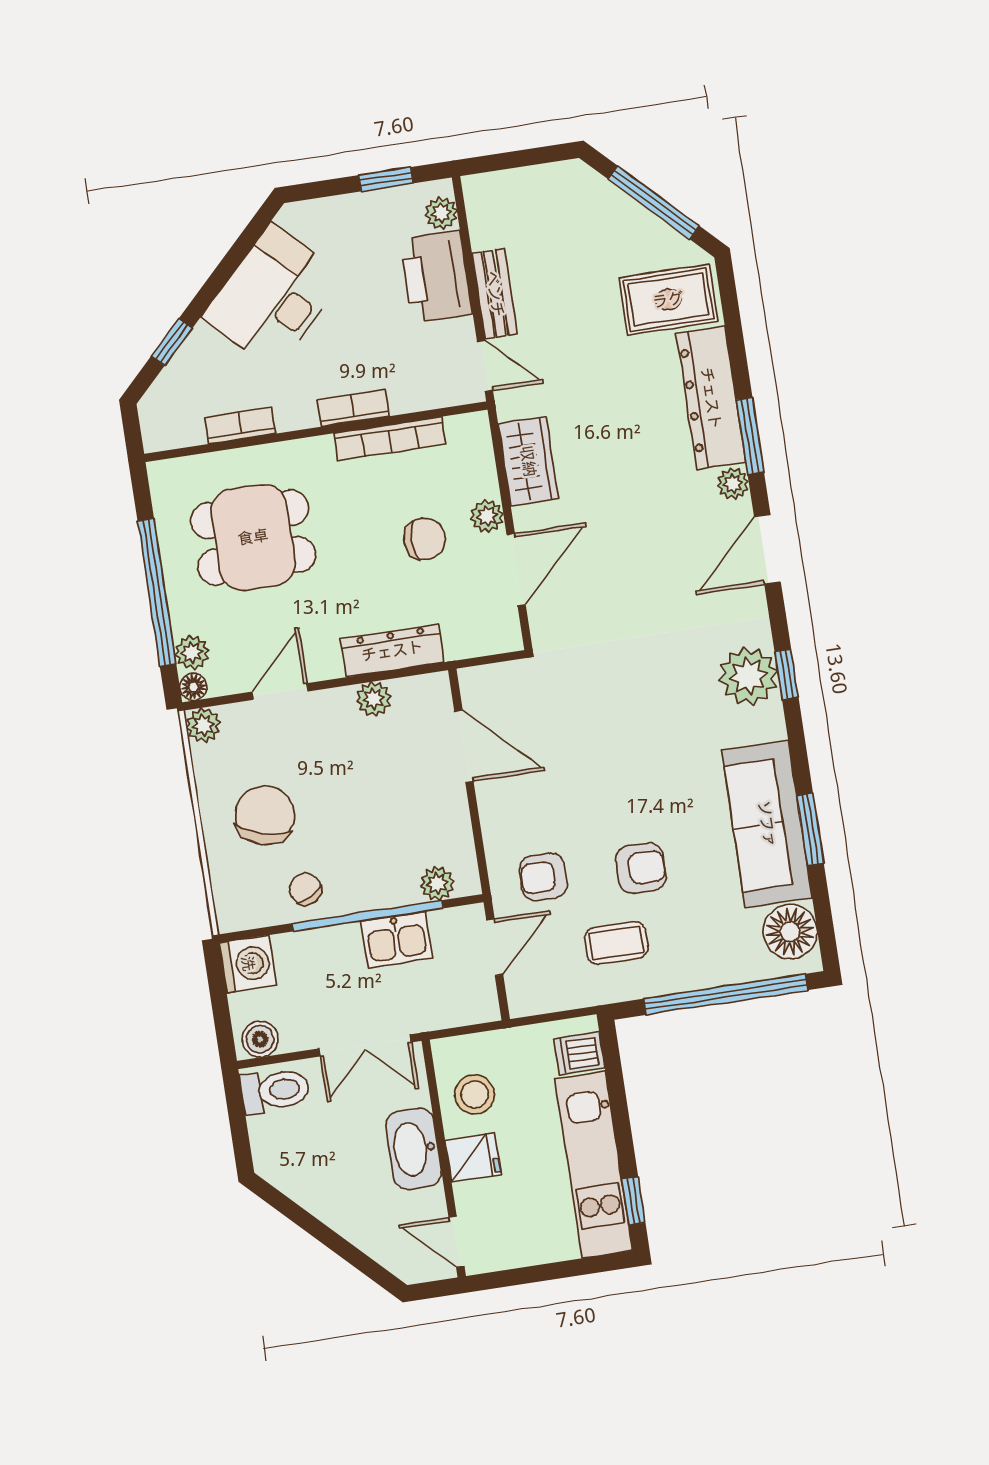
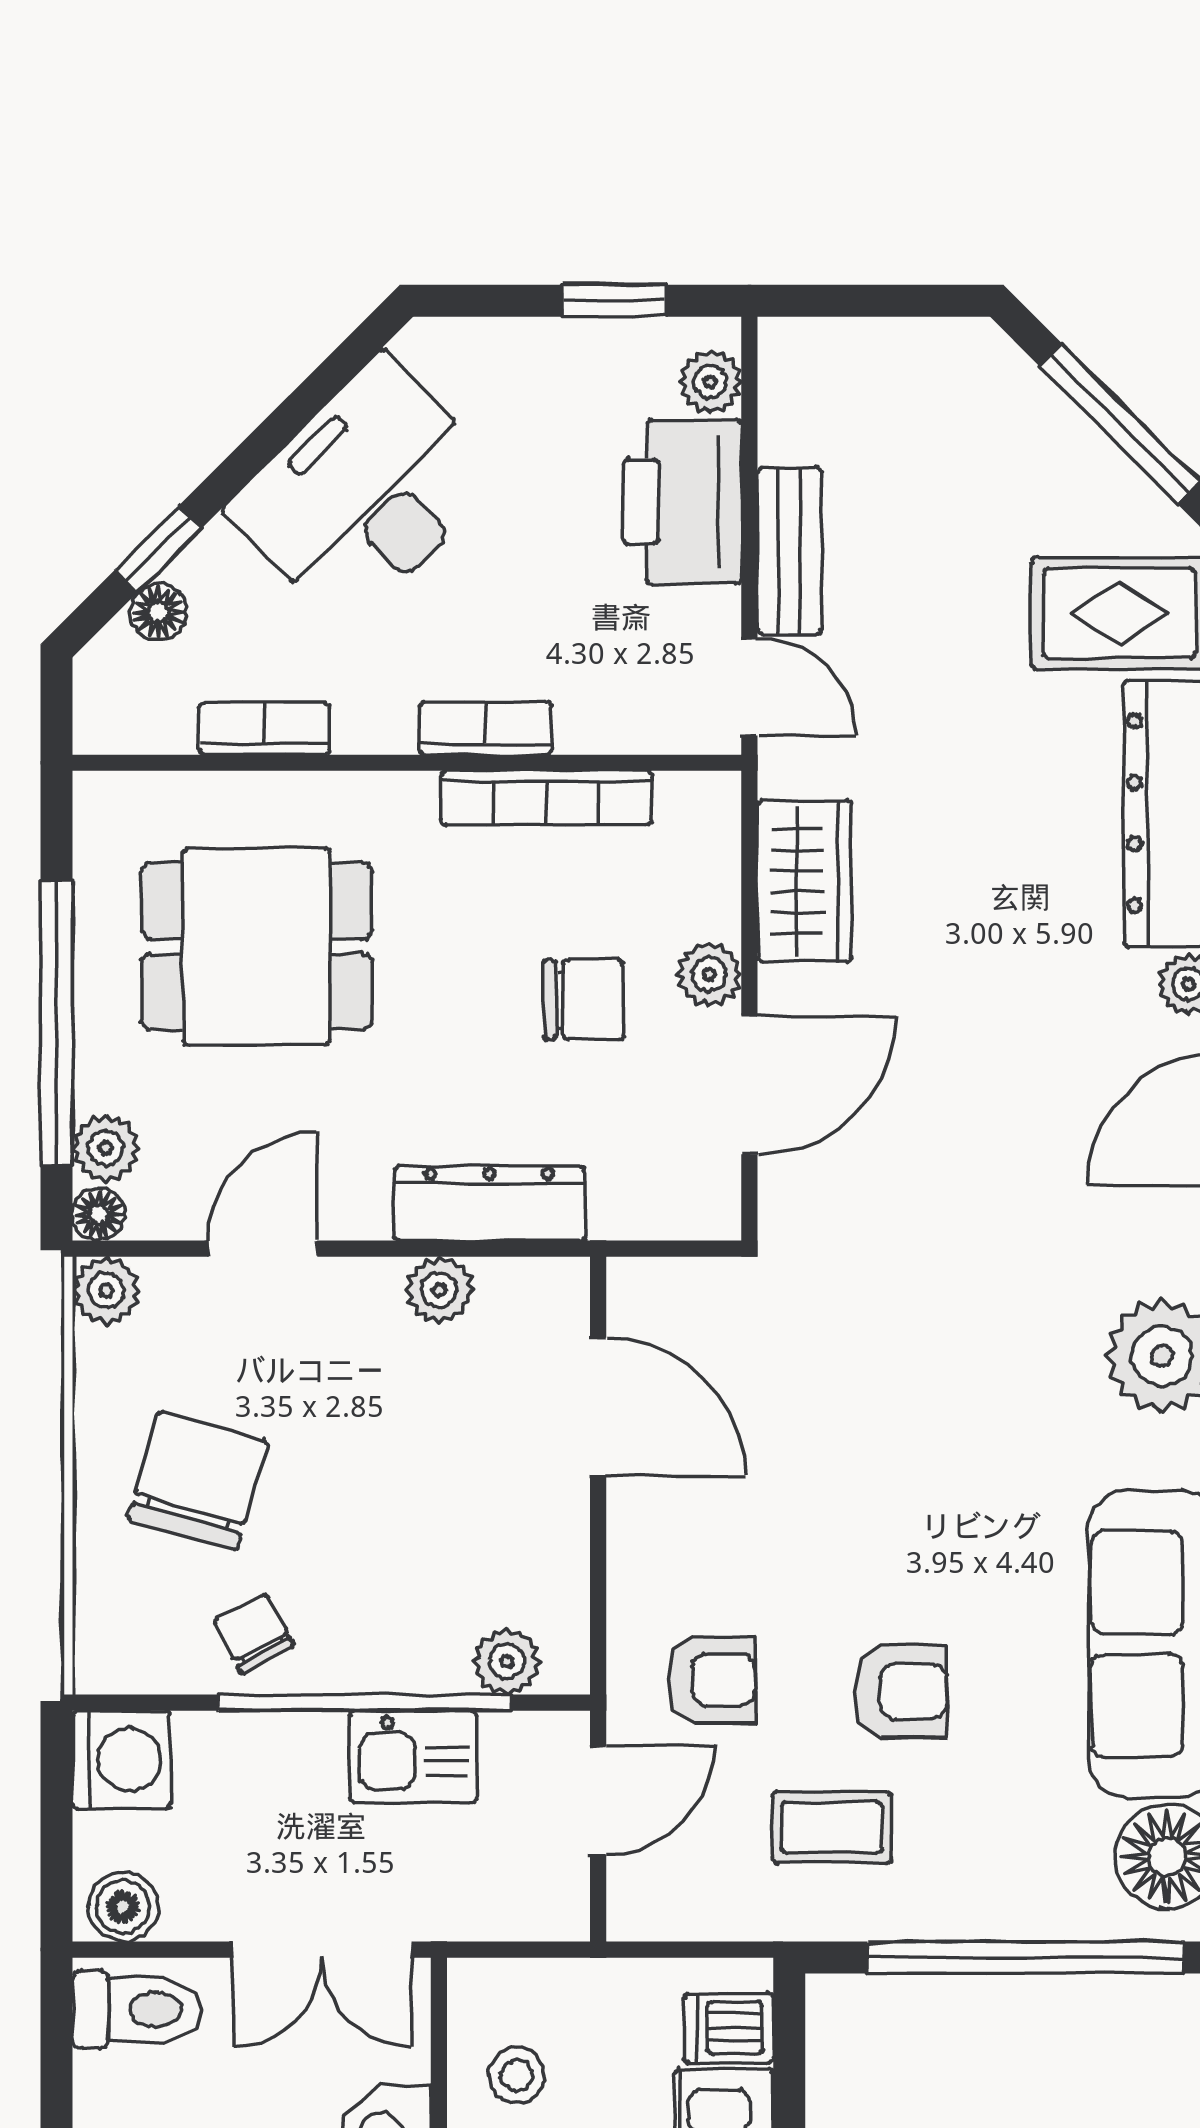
floor lamp: (177, 374) -> (158, 612), added
armchair: (543, 877) -> (711, 1680), turned 180
stool: (475, 1094) -> (517, 2075), width x0.73, depth x0.73

